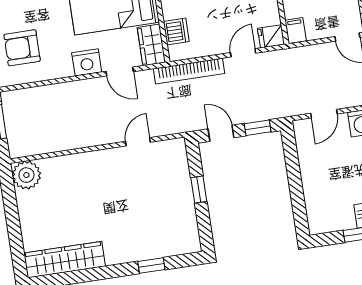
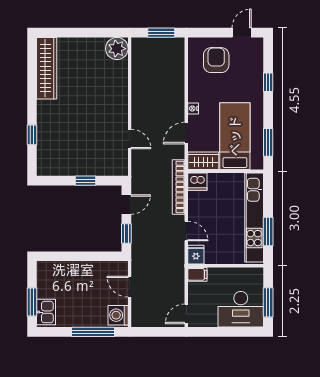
dishwasher: (176, 31) -> (197, 182), moved
nightstand: (87, 62) -> (193, 108), width x0.53, depth x0.56

